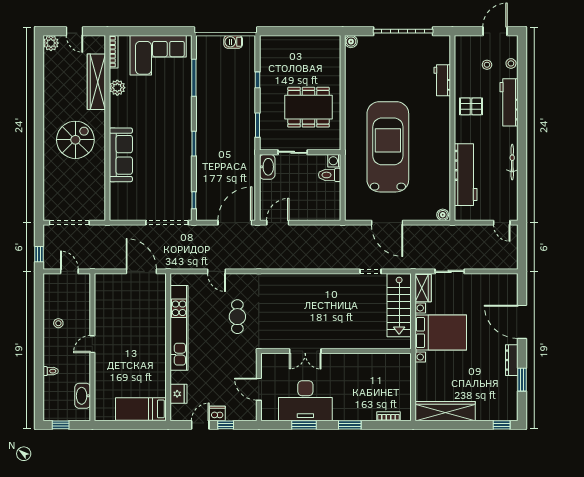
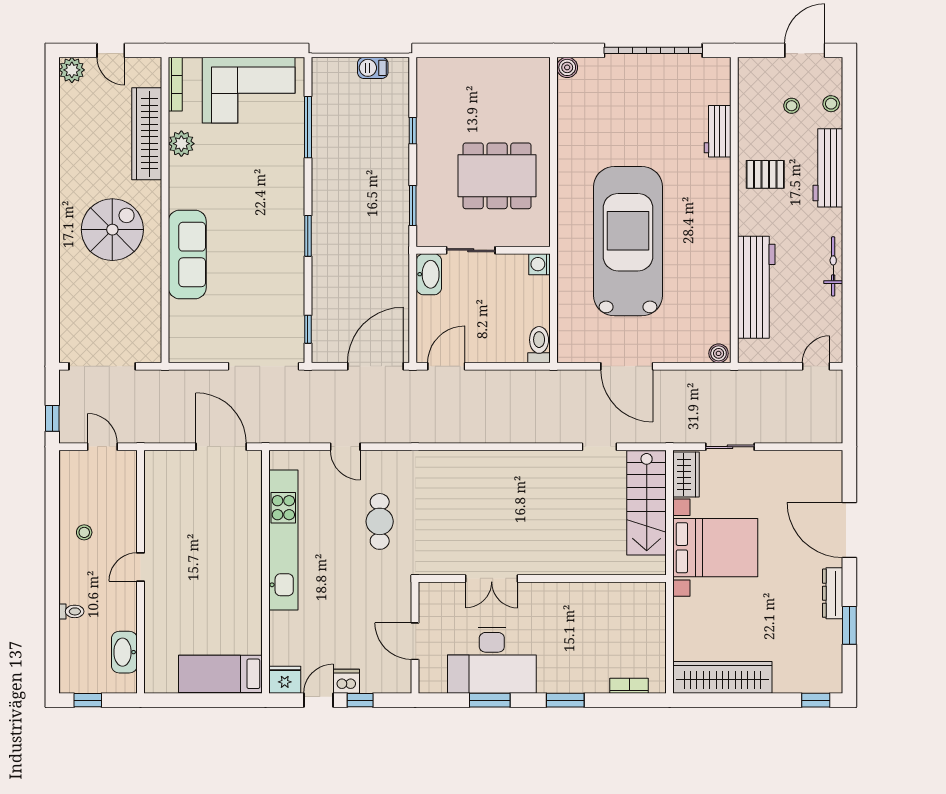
toilet: (330, 175) -> (539, 345), moved, turned 90
door: (502, 223) -> (816, 366), swing flipped
fridge: (179, 394) -> (285, 680), moved, turned -90

